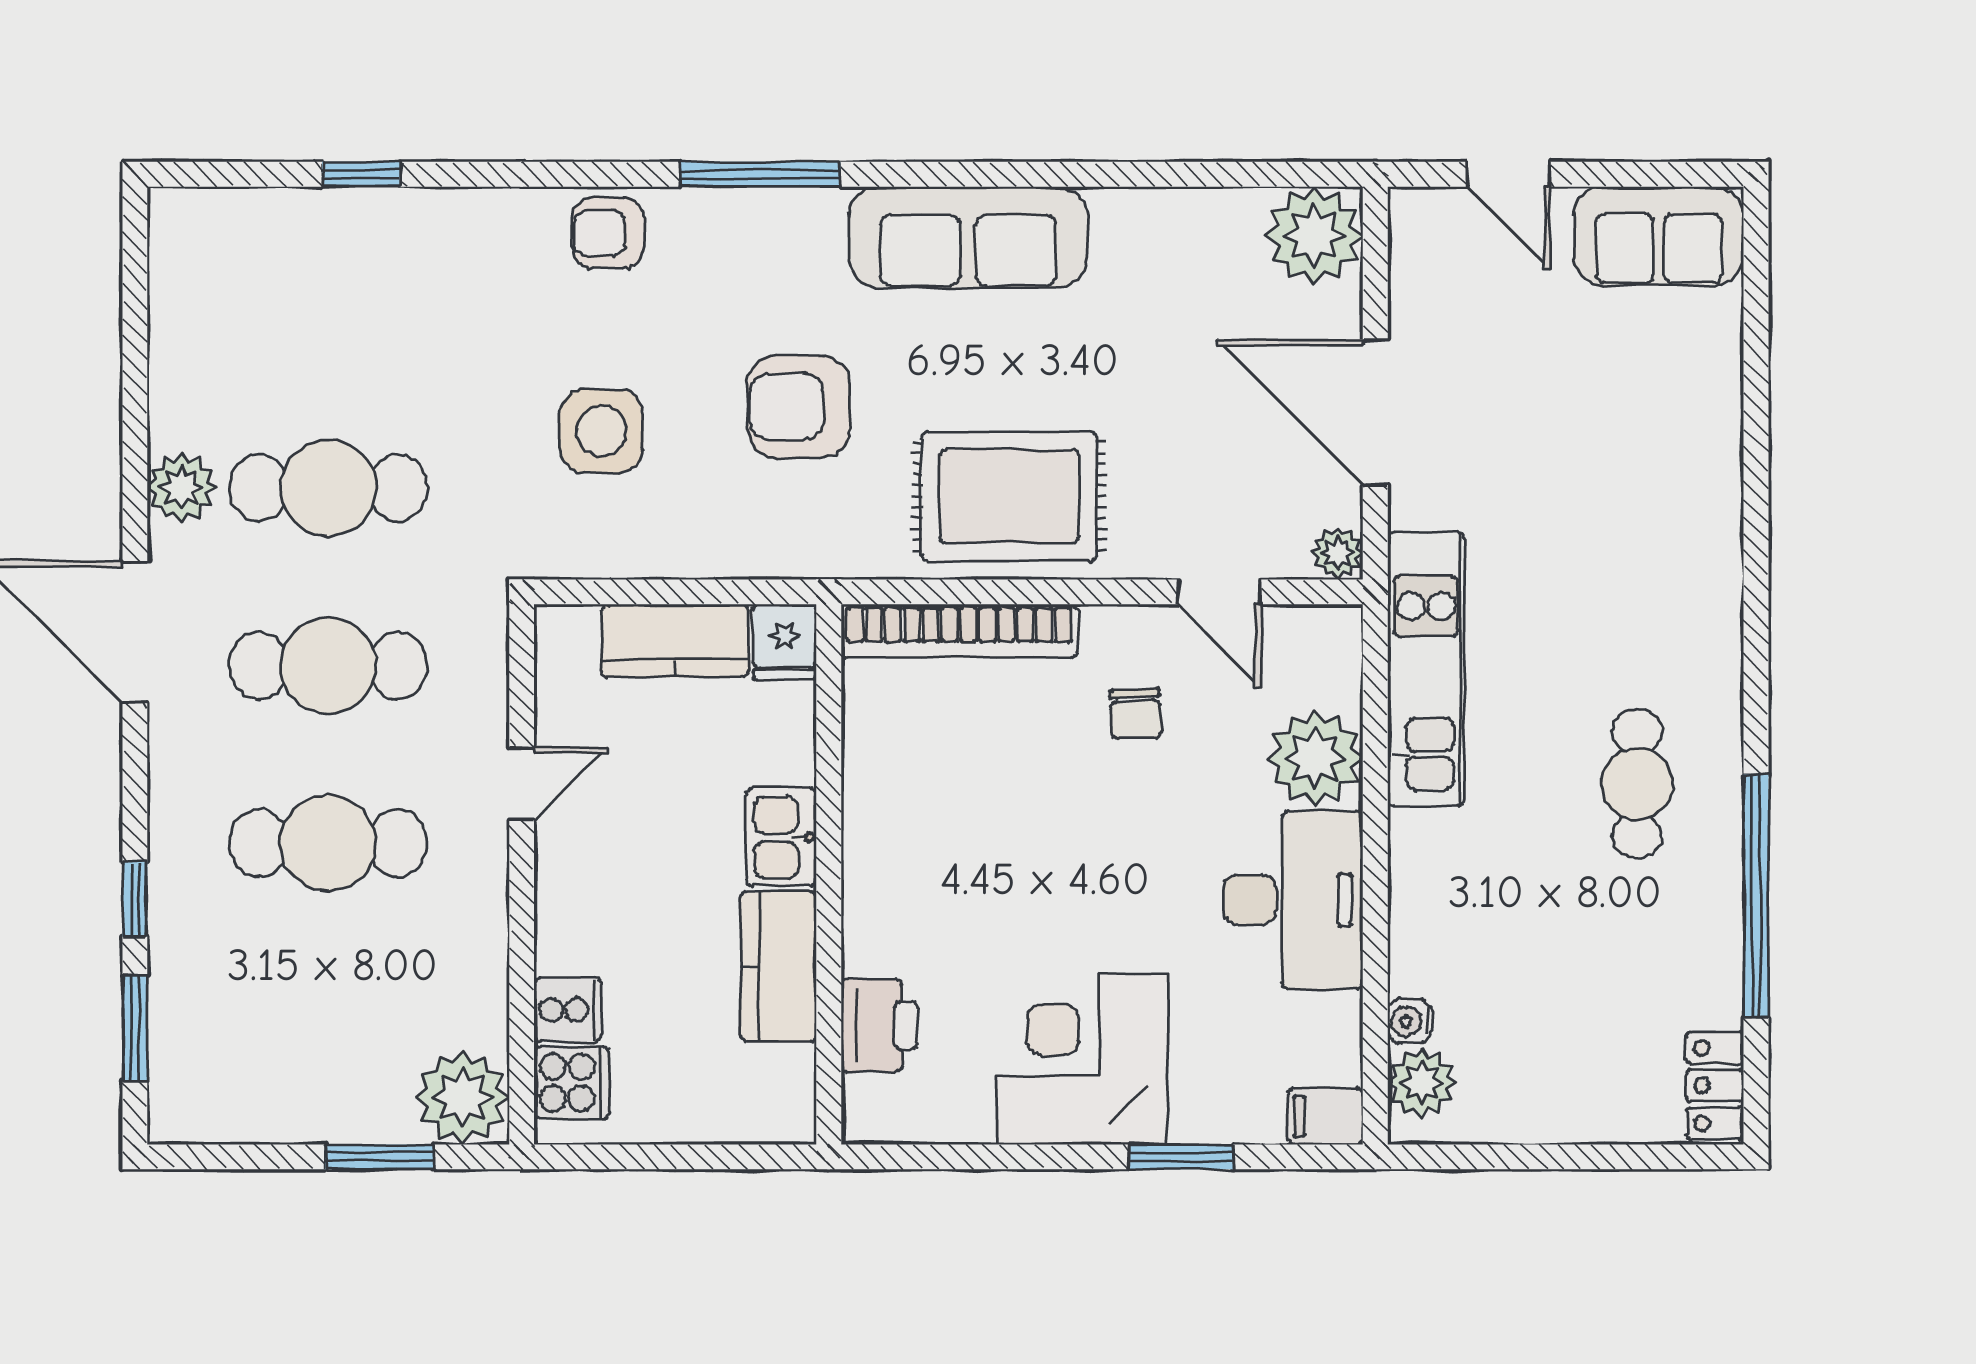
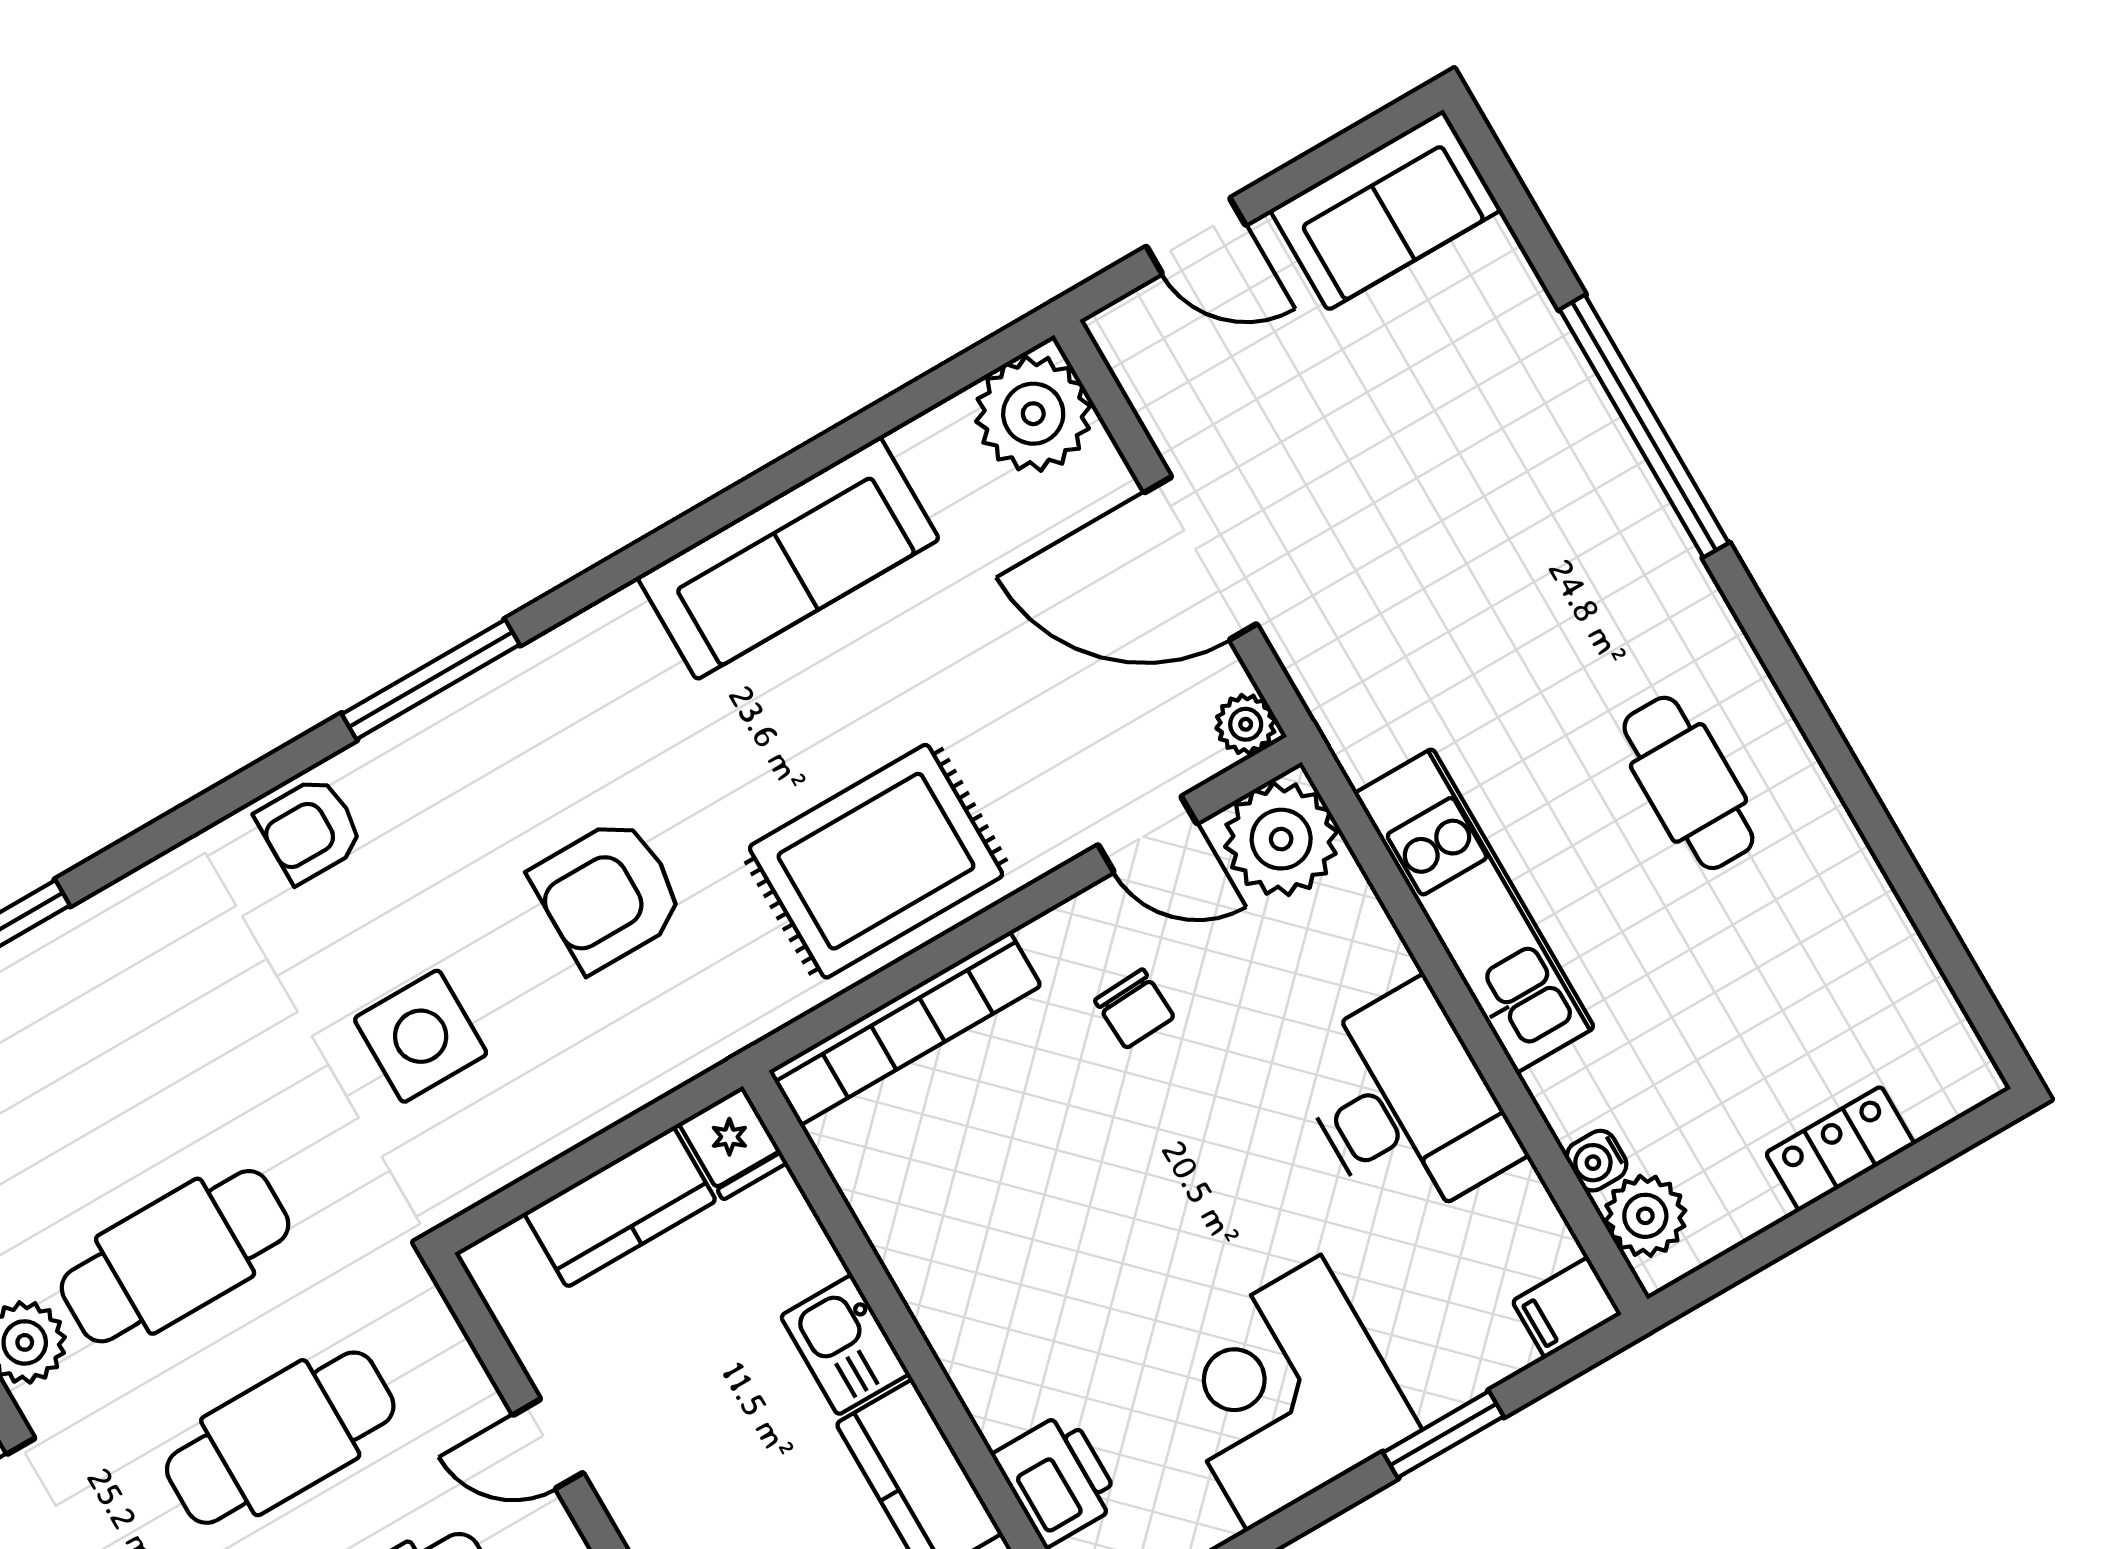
sofa: (968, 237) -> (788, 558), moved
kitchen unit: (1426, 669) -> (1474, 911), moved
plant: (1315, 758) -> (1281, 839), moved
door: (522, 784) -> (548, 1444), swing flipped
window: (1756, 896) -> (1644, 426), moved
locker: (1715, 1086) -> (1840, 1149), moved, turned 90

